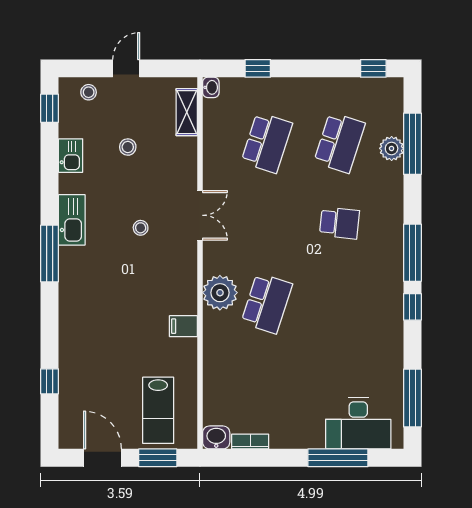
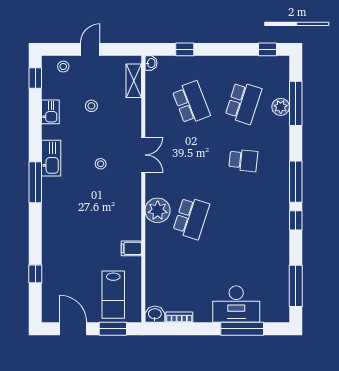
school desk: (267, 143) -> (191, 103), turned -39
filing cabinet: (183, 326) -> (131, 248), moved
desk: (358, 423) -> (236, 304), moved

